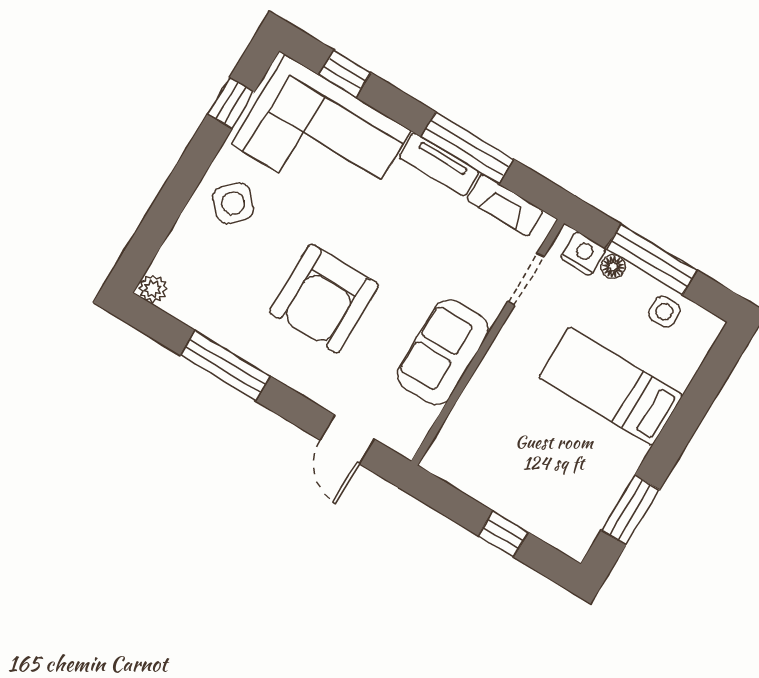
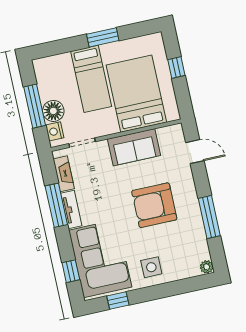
side table: (233, 203) -> (151, 267), turned 45
floor lamp: (613, 267) -> (53, 111), width x1.89, depth x1.89
armchair: (324, 299) -> (154, 205), turned 180
side table: (664, 312) -> (48, 85), removed
bed: (522, 434) -> (136, 94), added
door: (347, 439) -> (195, 152), hinge flipped
window: (630, 510) -> (103, 37), moved

